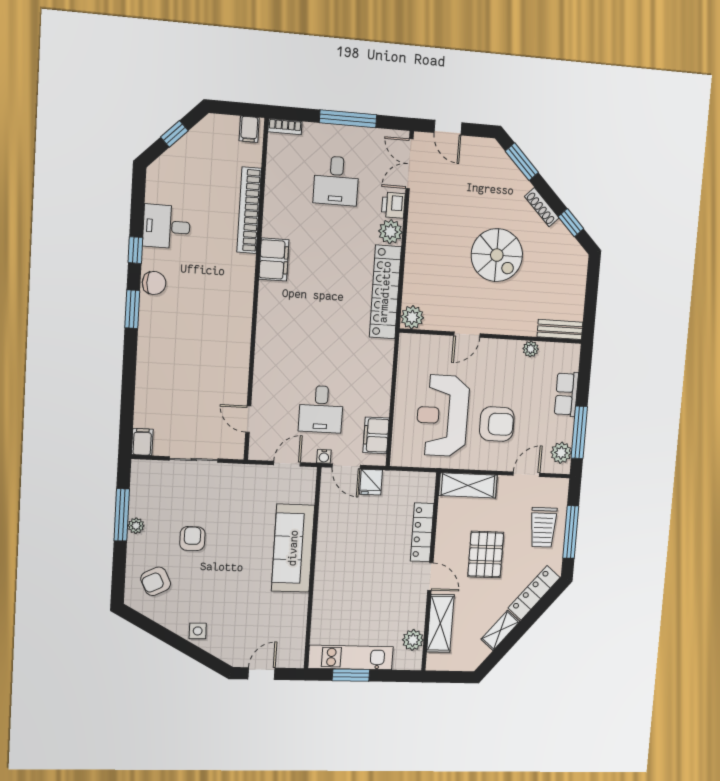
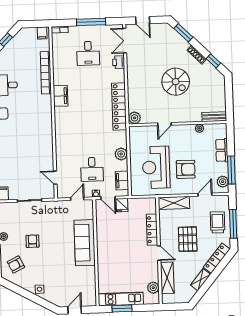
plant: (390, 232) -> (121, 154), moved
trolley: (543, 527) -> (218, 222), turned 180

